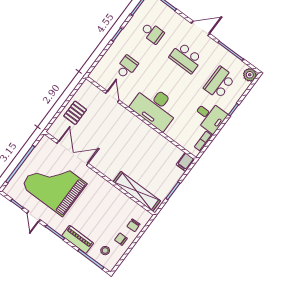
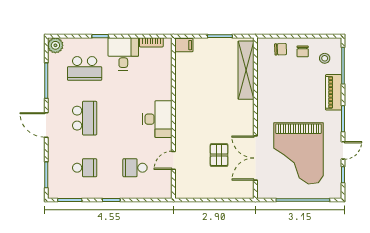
school desk: (152, 33) -> (85, 168), turned 90
desk: (155, 107) -> (157, 119), width x0.73, depth x0.77
pallet: (75, 113) -> (219, 155), moved, turned 90

